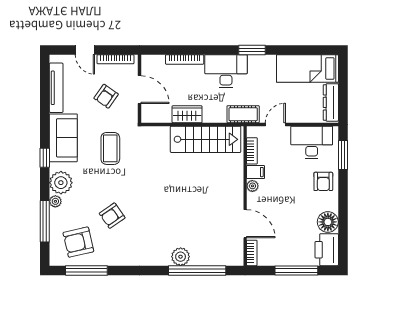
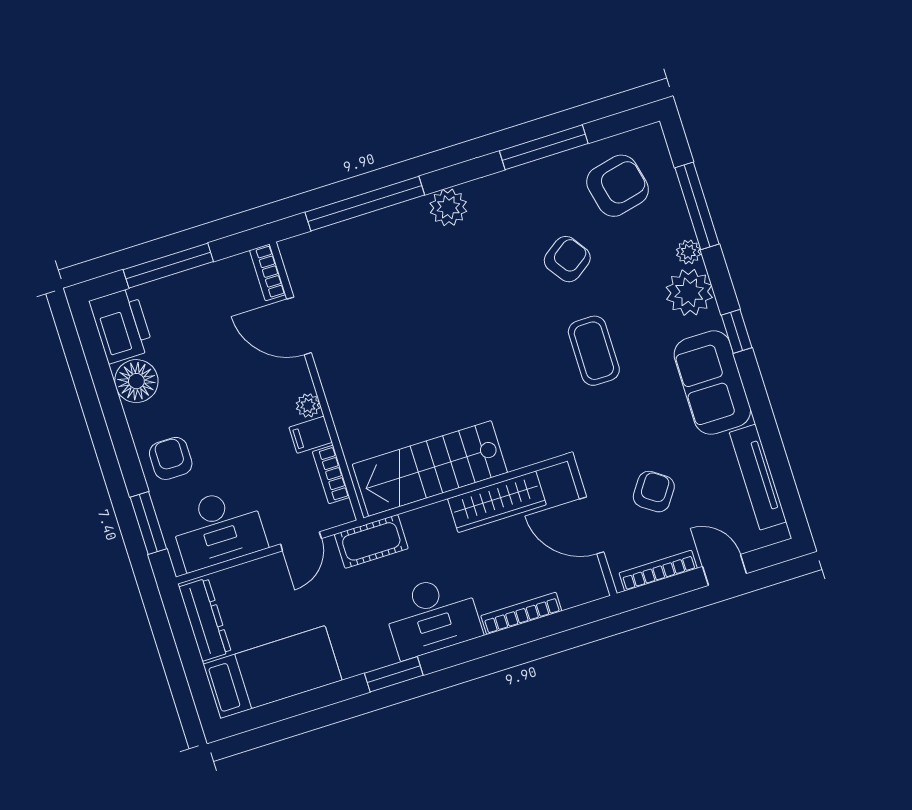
wardrobe: (187, 114) -> (497, 502), width x1.50
coffee table: (110, 148) -> (594, 351), moved
plant: (181, 257) -> (448, 207), moved
window: (86, 270) -> (544, 147), moved

